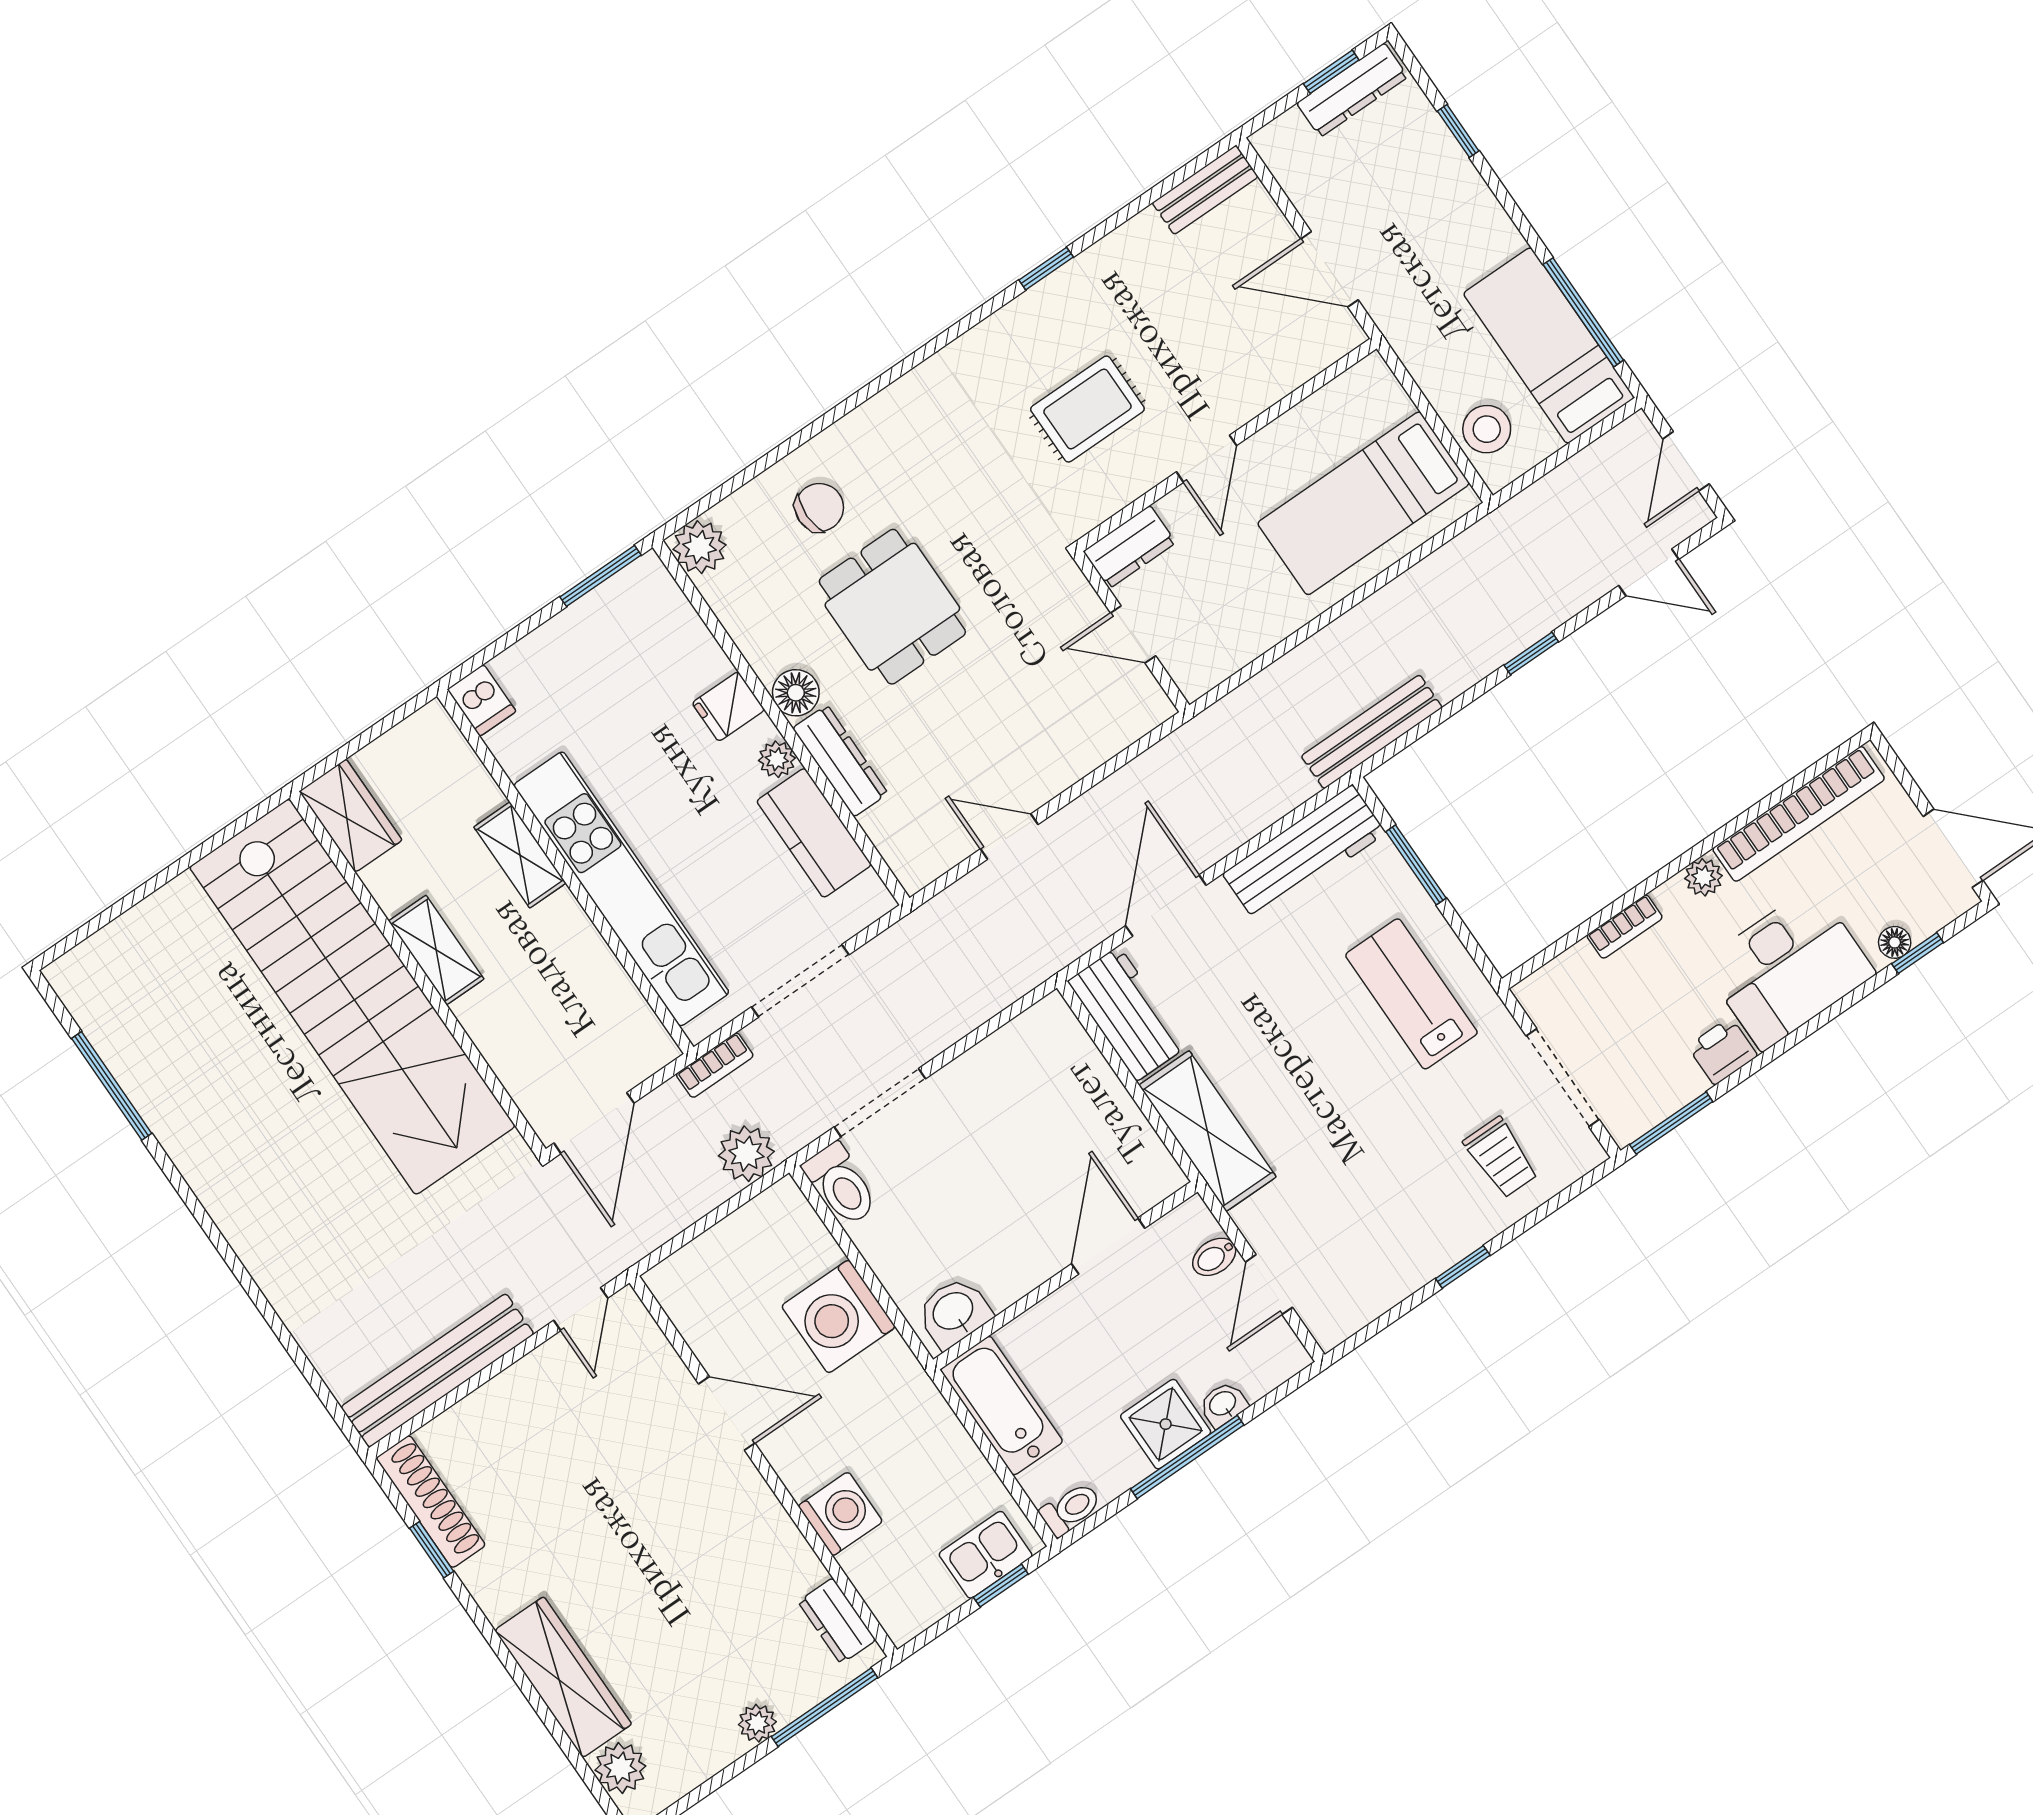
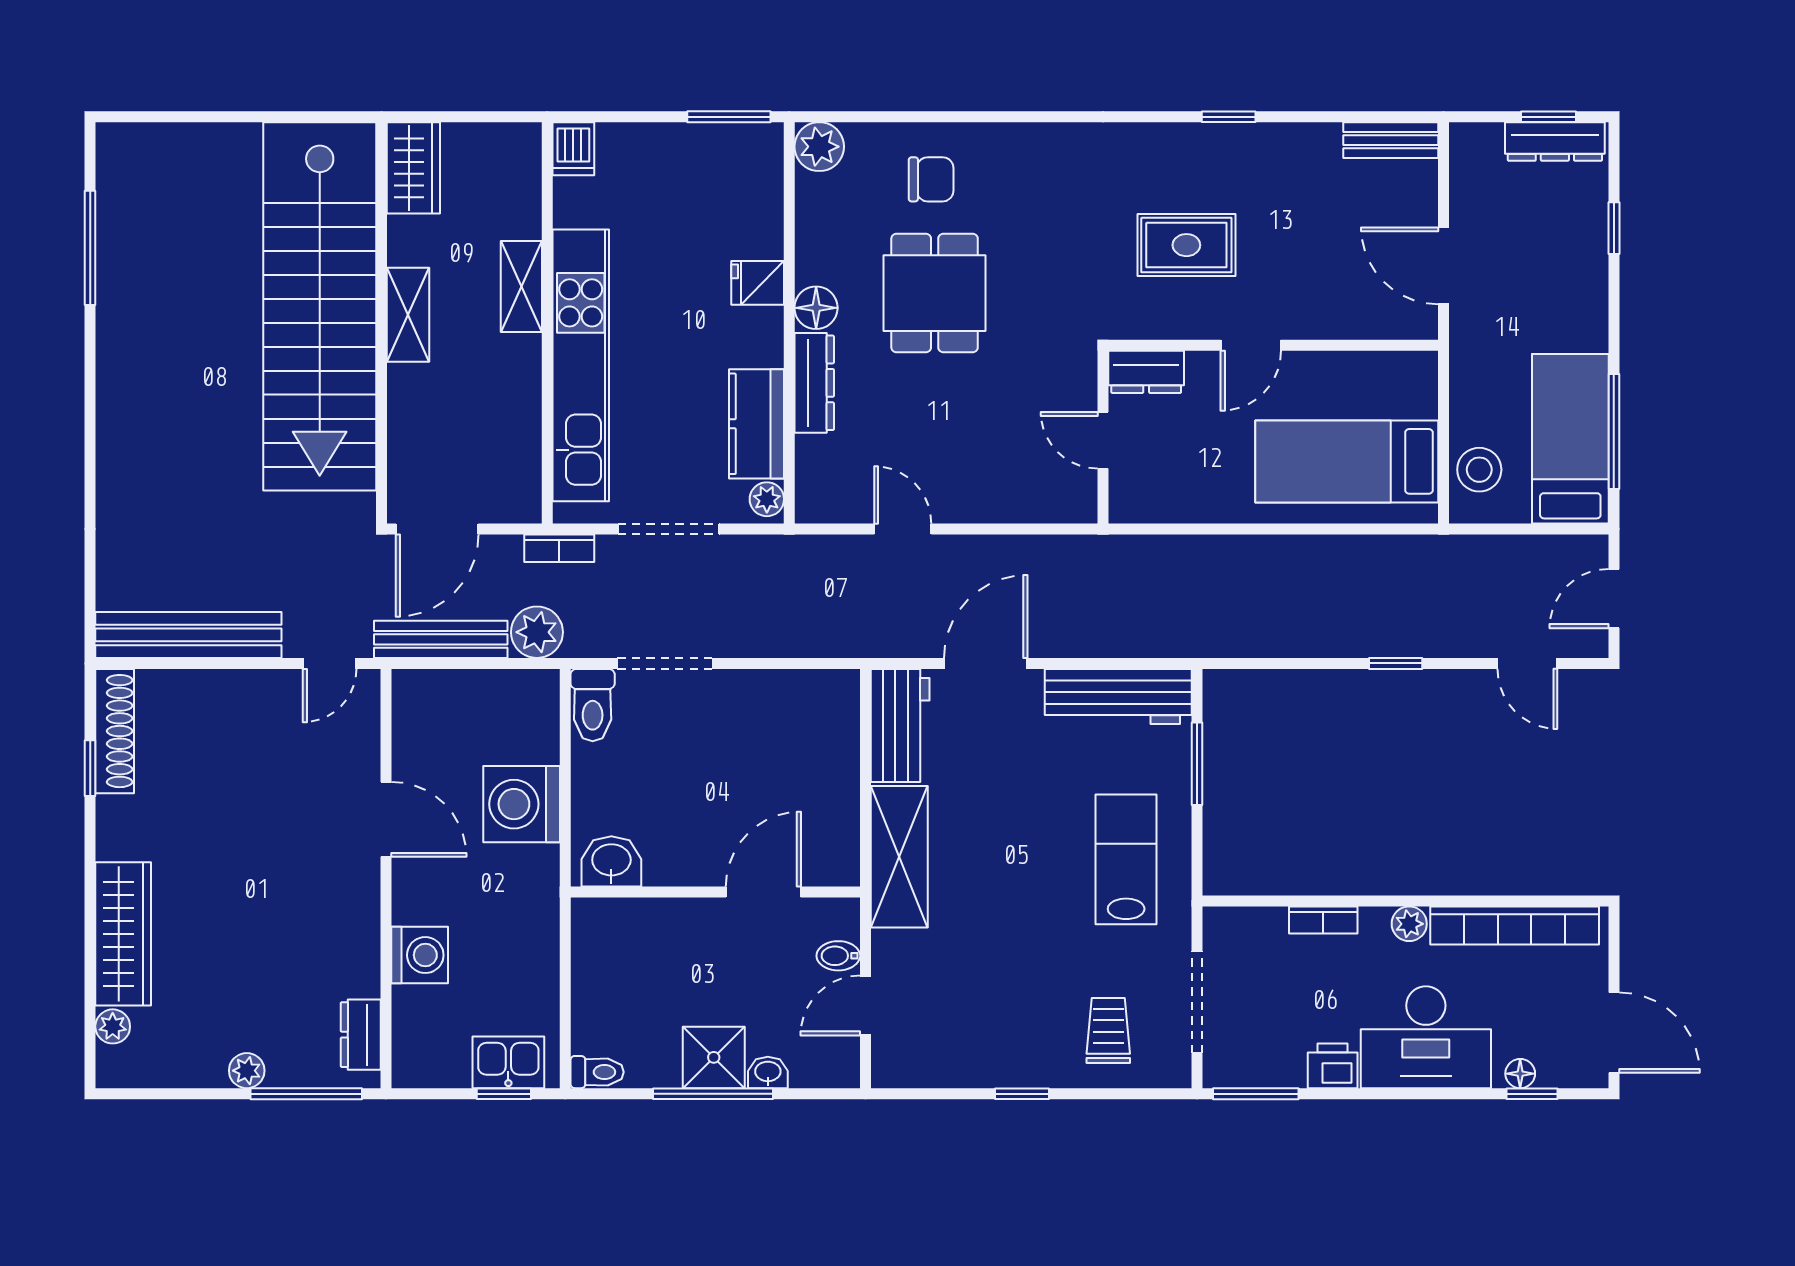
bench: (1372, 732) -> (441, 639), moved
plant: (777, 759) -> (767, 499), moved
trolley: (1501, 1157) -> (1108, 1031), turned 180
bathtub: (1002, 1406) -> (599, 957), removed
plant: (620, 1768) -> (113, 1026), width x0.73, depth x0.73

